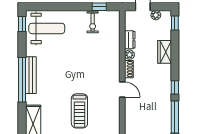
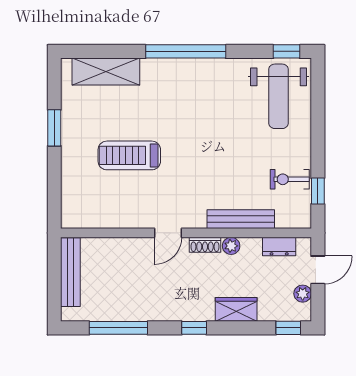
dresser: (130, 40) -> (279, 247), moved
bench: (31, 75) -> (241, 219), moved
window: (175, 87) -> (194, 328), moved

